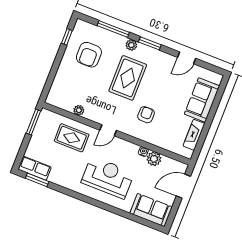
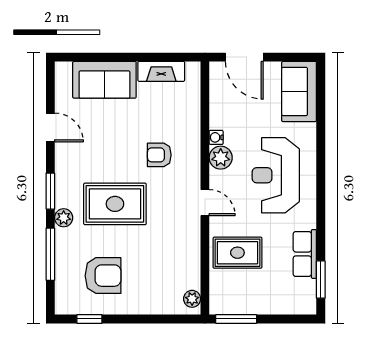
plant: (79, 110) -> (192, 299), moved
rug: (72, 138) -> (237, 253), turned 90
plant: (154, 159) -> (221, 158), moved
row of seats: (35, 168) -> (305, 254), moved

